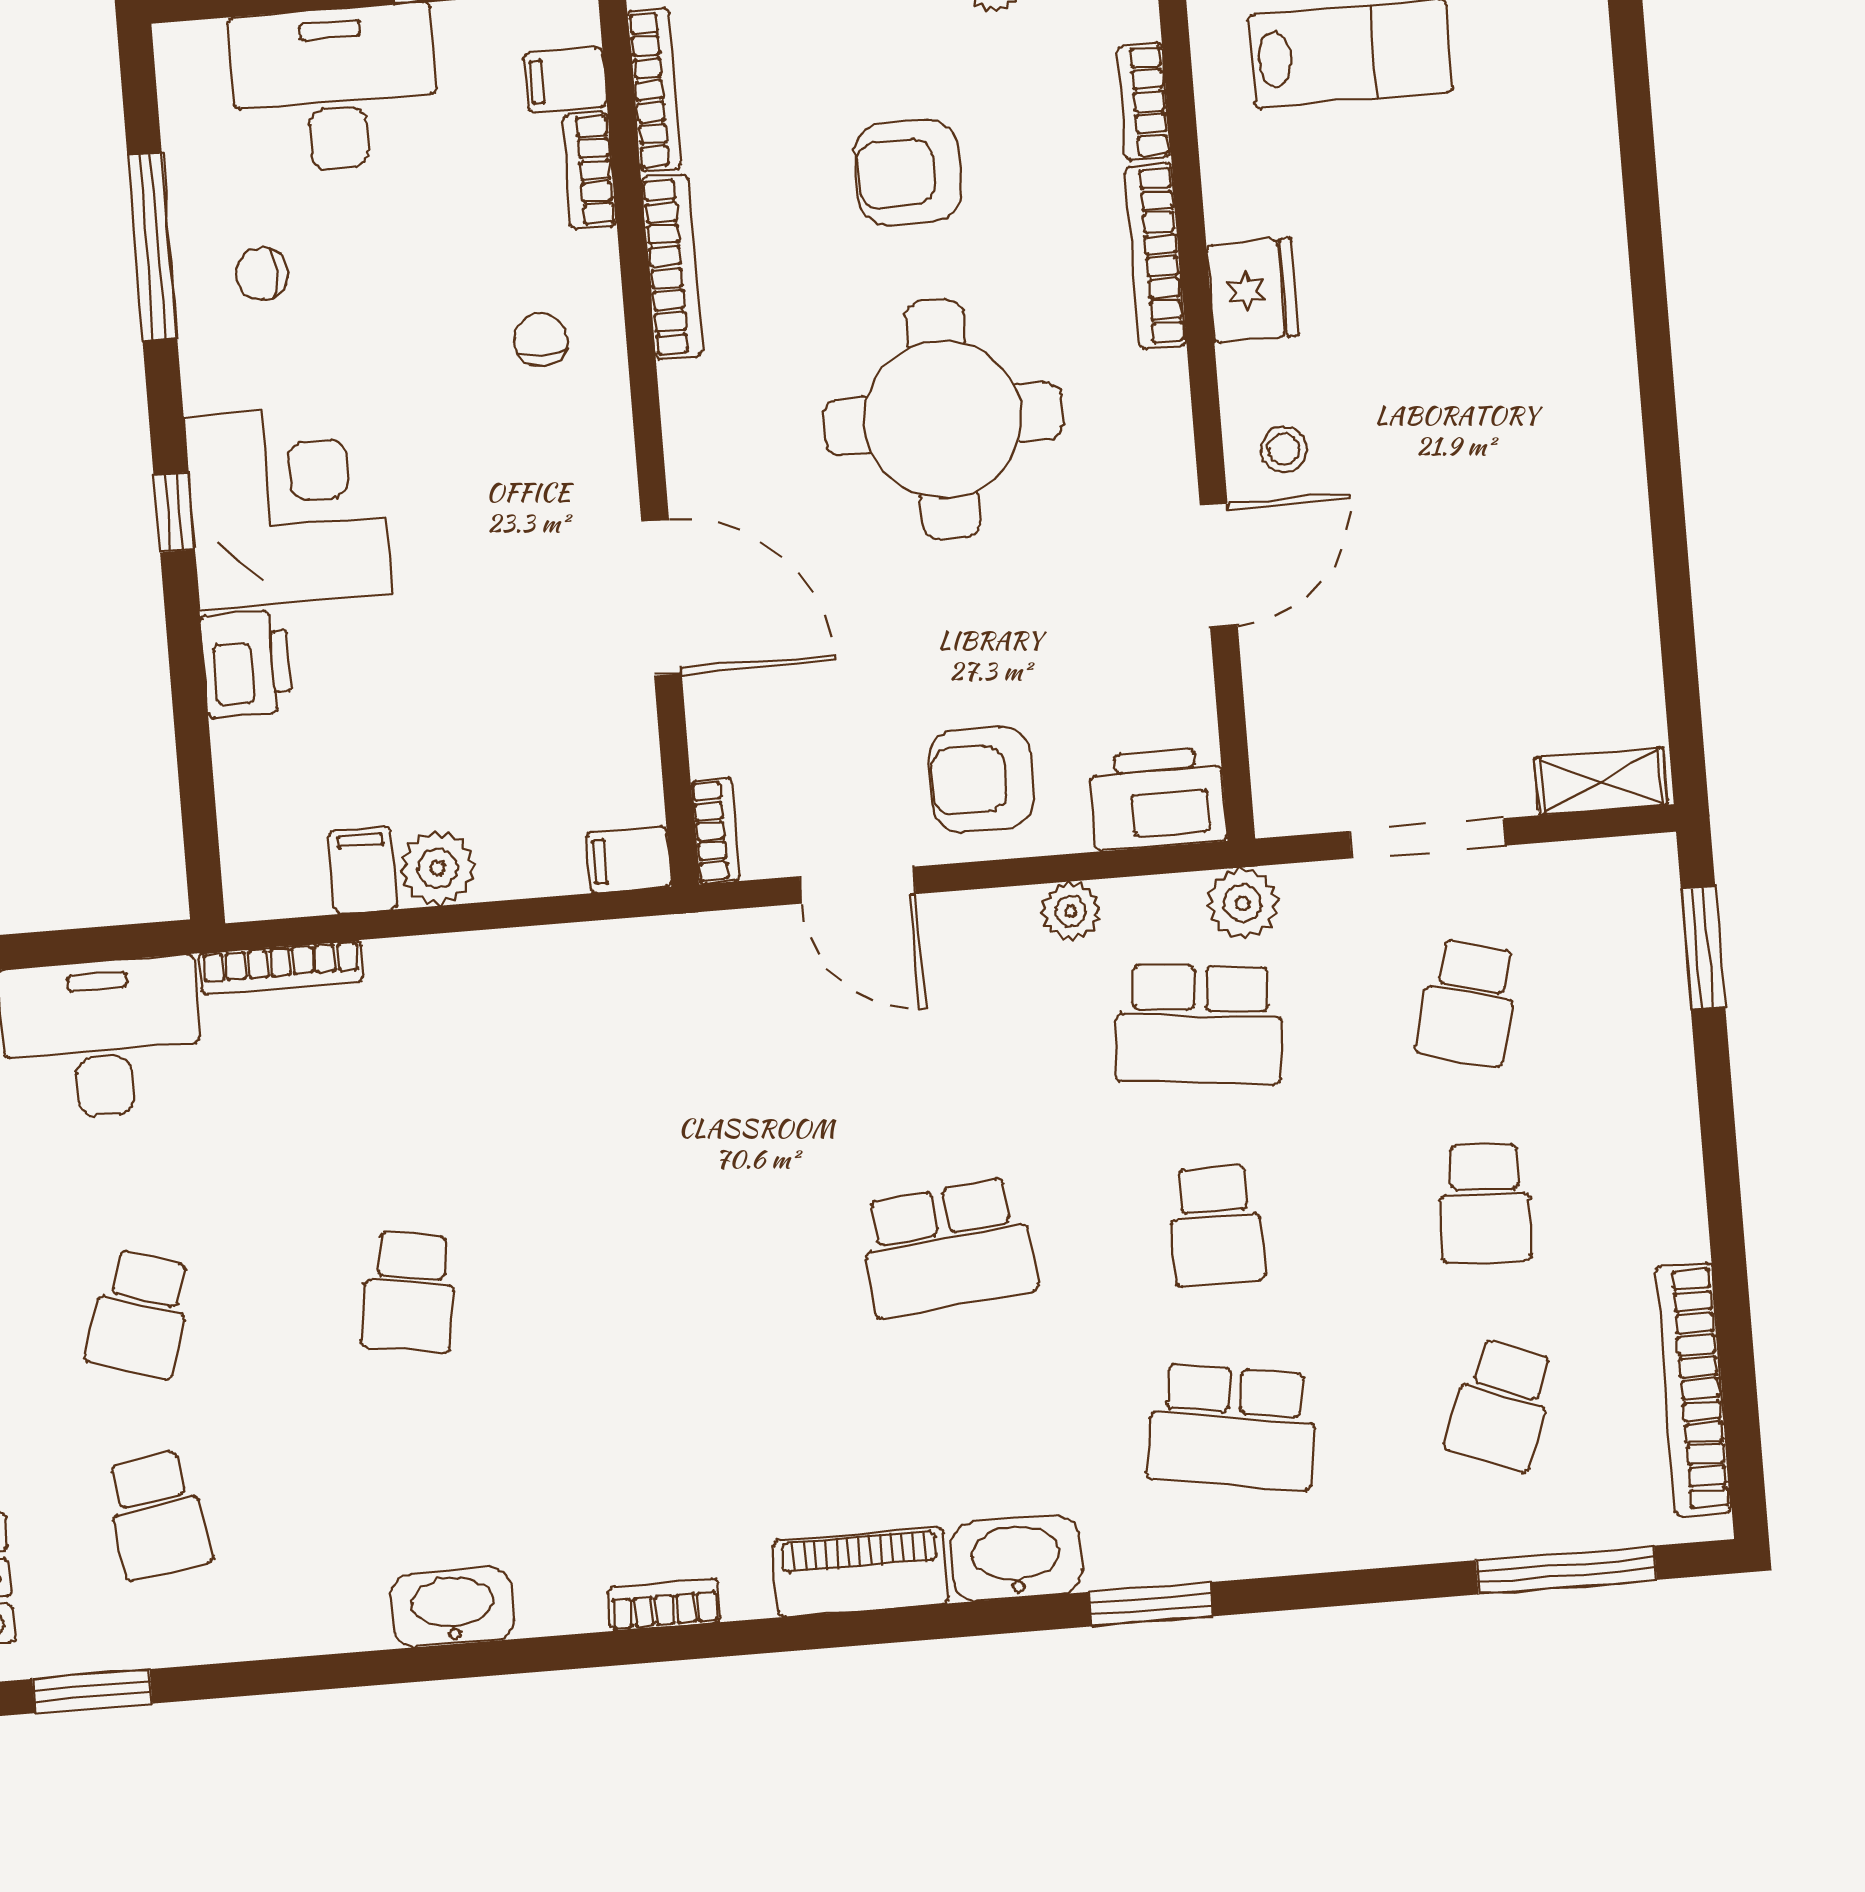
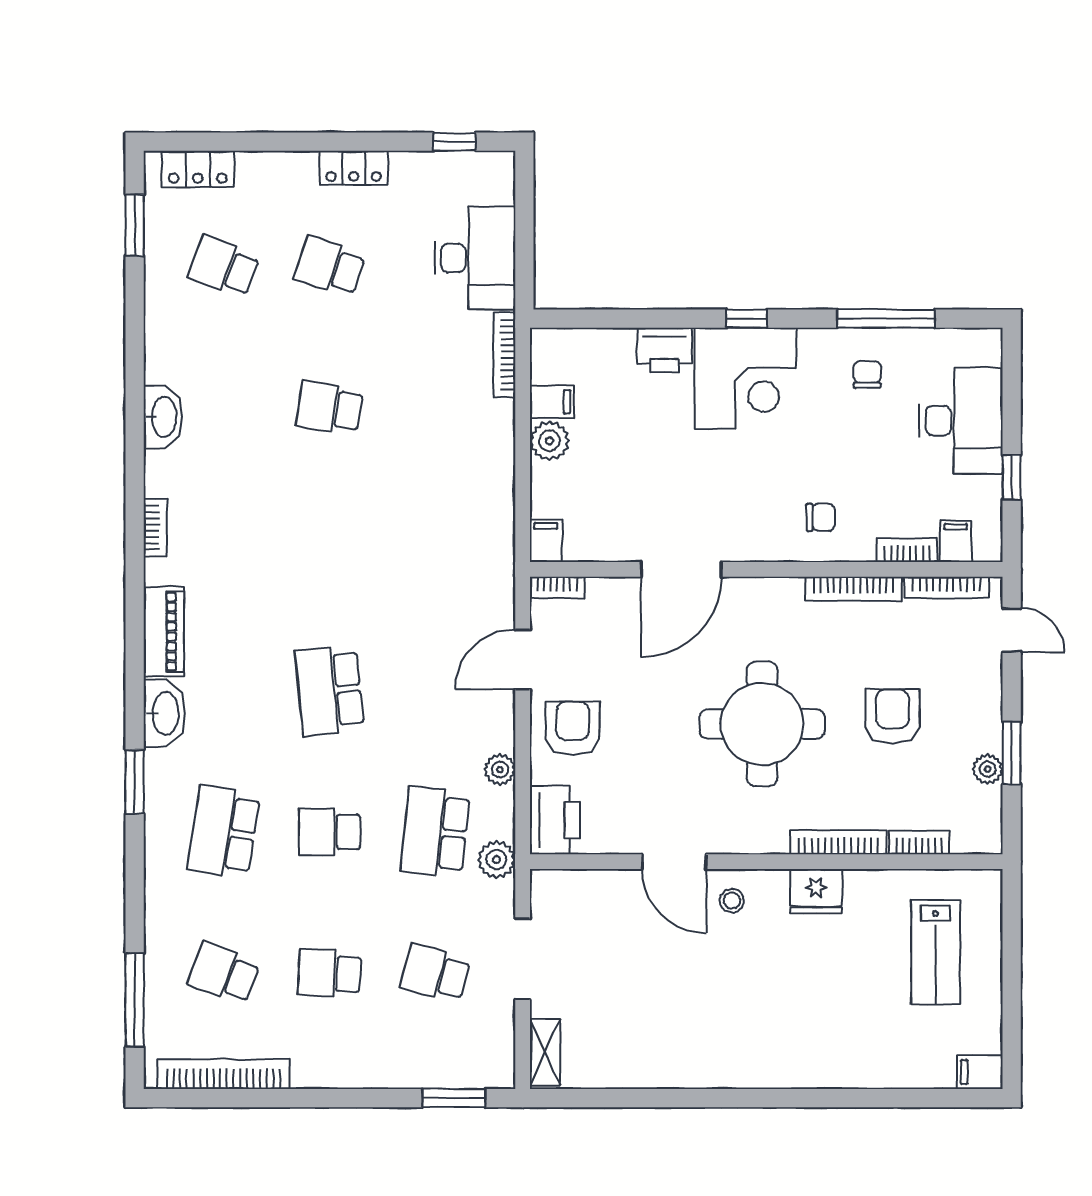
school desk: (157, 1515) -> (224, 267), turned 30

